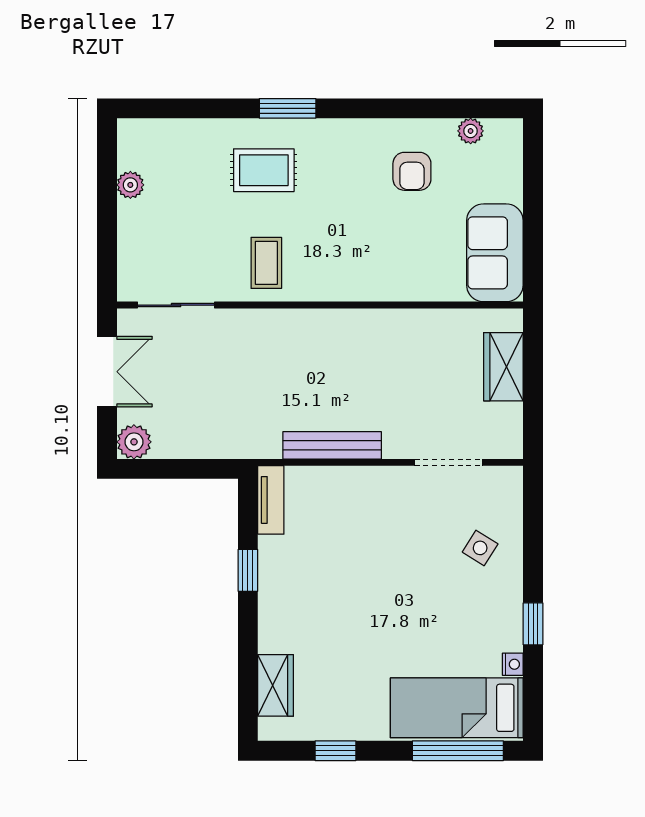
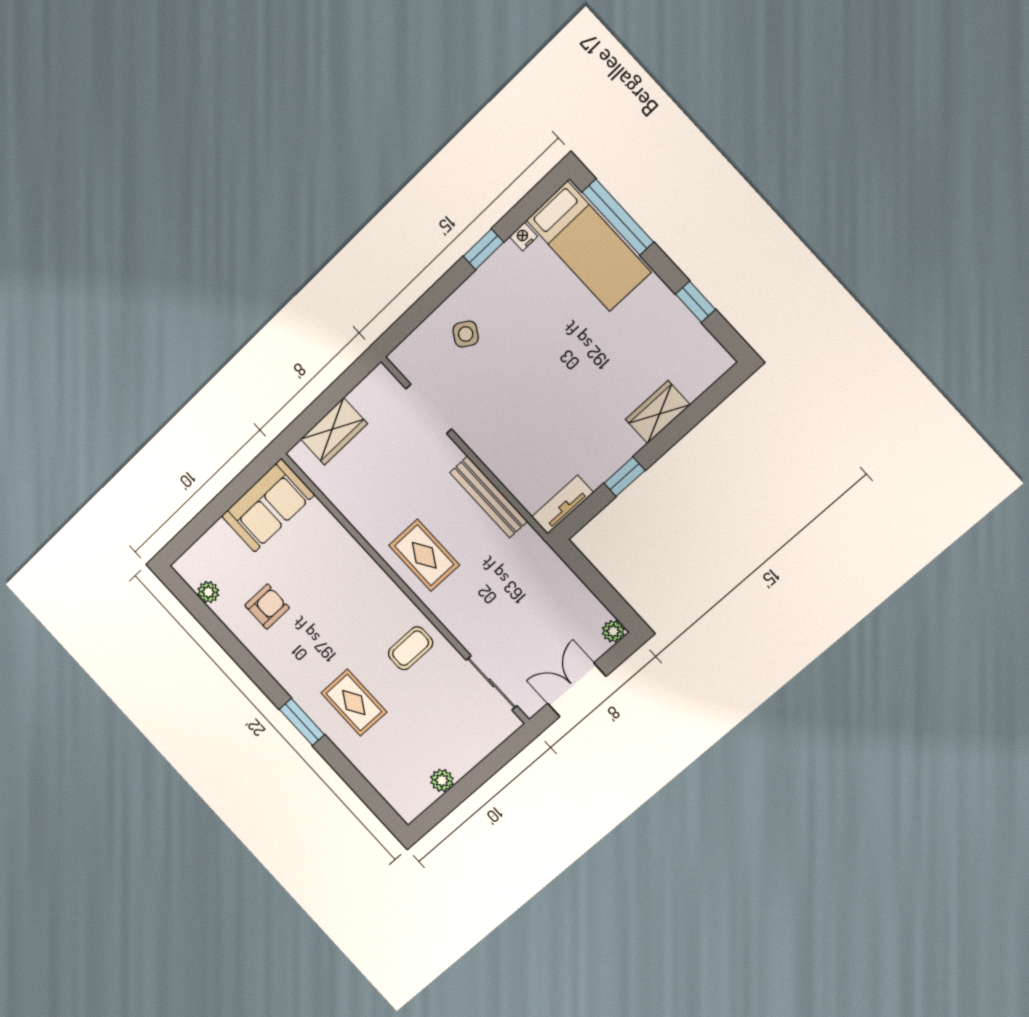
rug: (333, 347) -> (424, 555), added
plant: (134, 442) -> (613, 631), width x0.73, depth x0.73
wardrobe: (276, 685) -> (658, 412), moved

